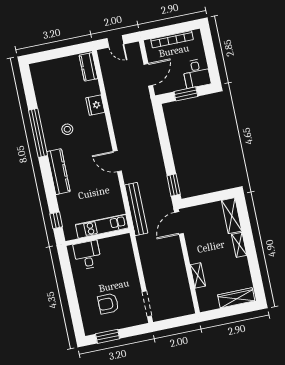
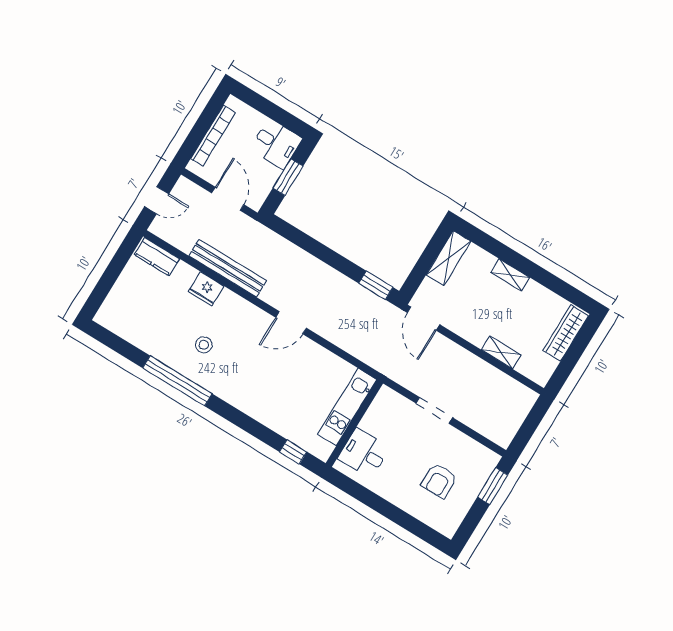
kitchen counter: (58, 172) -> (242, 399), removed
bench: (136, 209) -> (228, 268), moved
shelving: (232, 216) -> (449, 258), moved, turned 90
doorway: (147, 304) -> (434, 410), moved
window: (108, 336) -> (493, 486), moved

